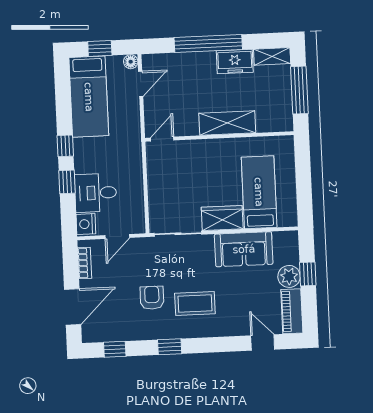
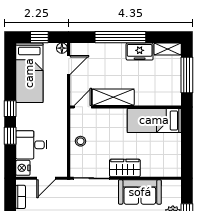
shelving: (227, 123) -> (113, 97), moved
stool: (161, 185) -> (81, 141), added
bed: (259, 192) -> (154, 120), moved, turned -90

